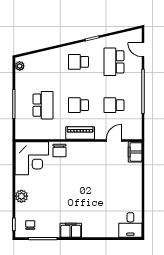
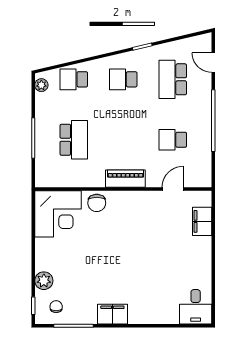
school desk: (78, 105) -> (74, 79), moved
filing cabinet: (135, 152) -> (202, 221), moved
plant: (21, 196) -> (44, 281), moved

